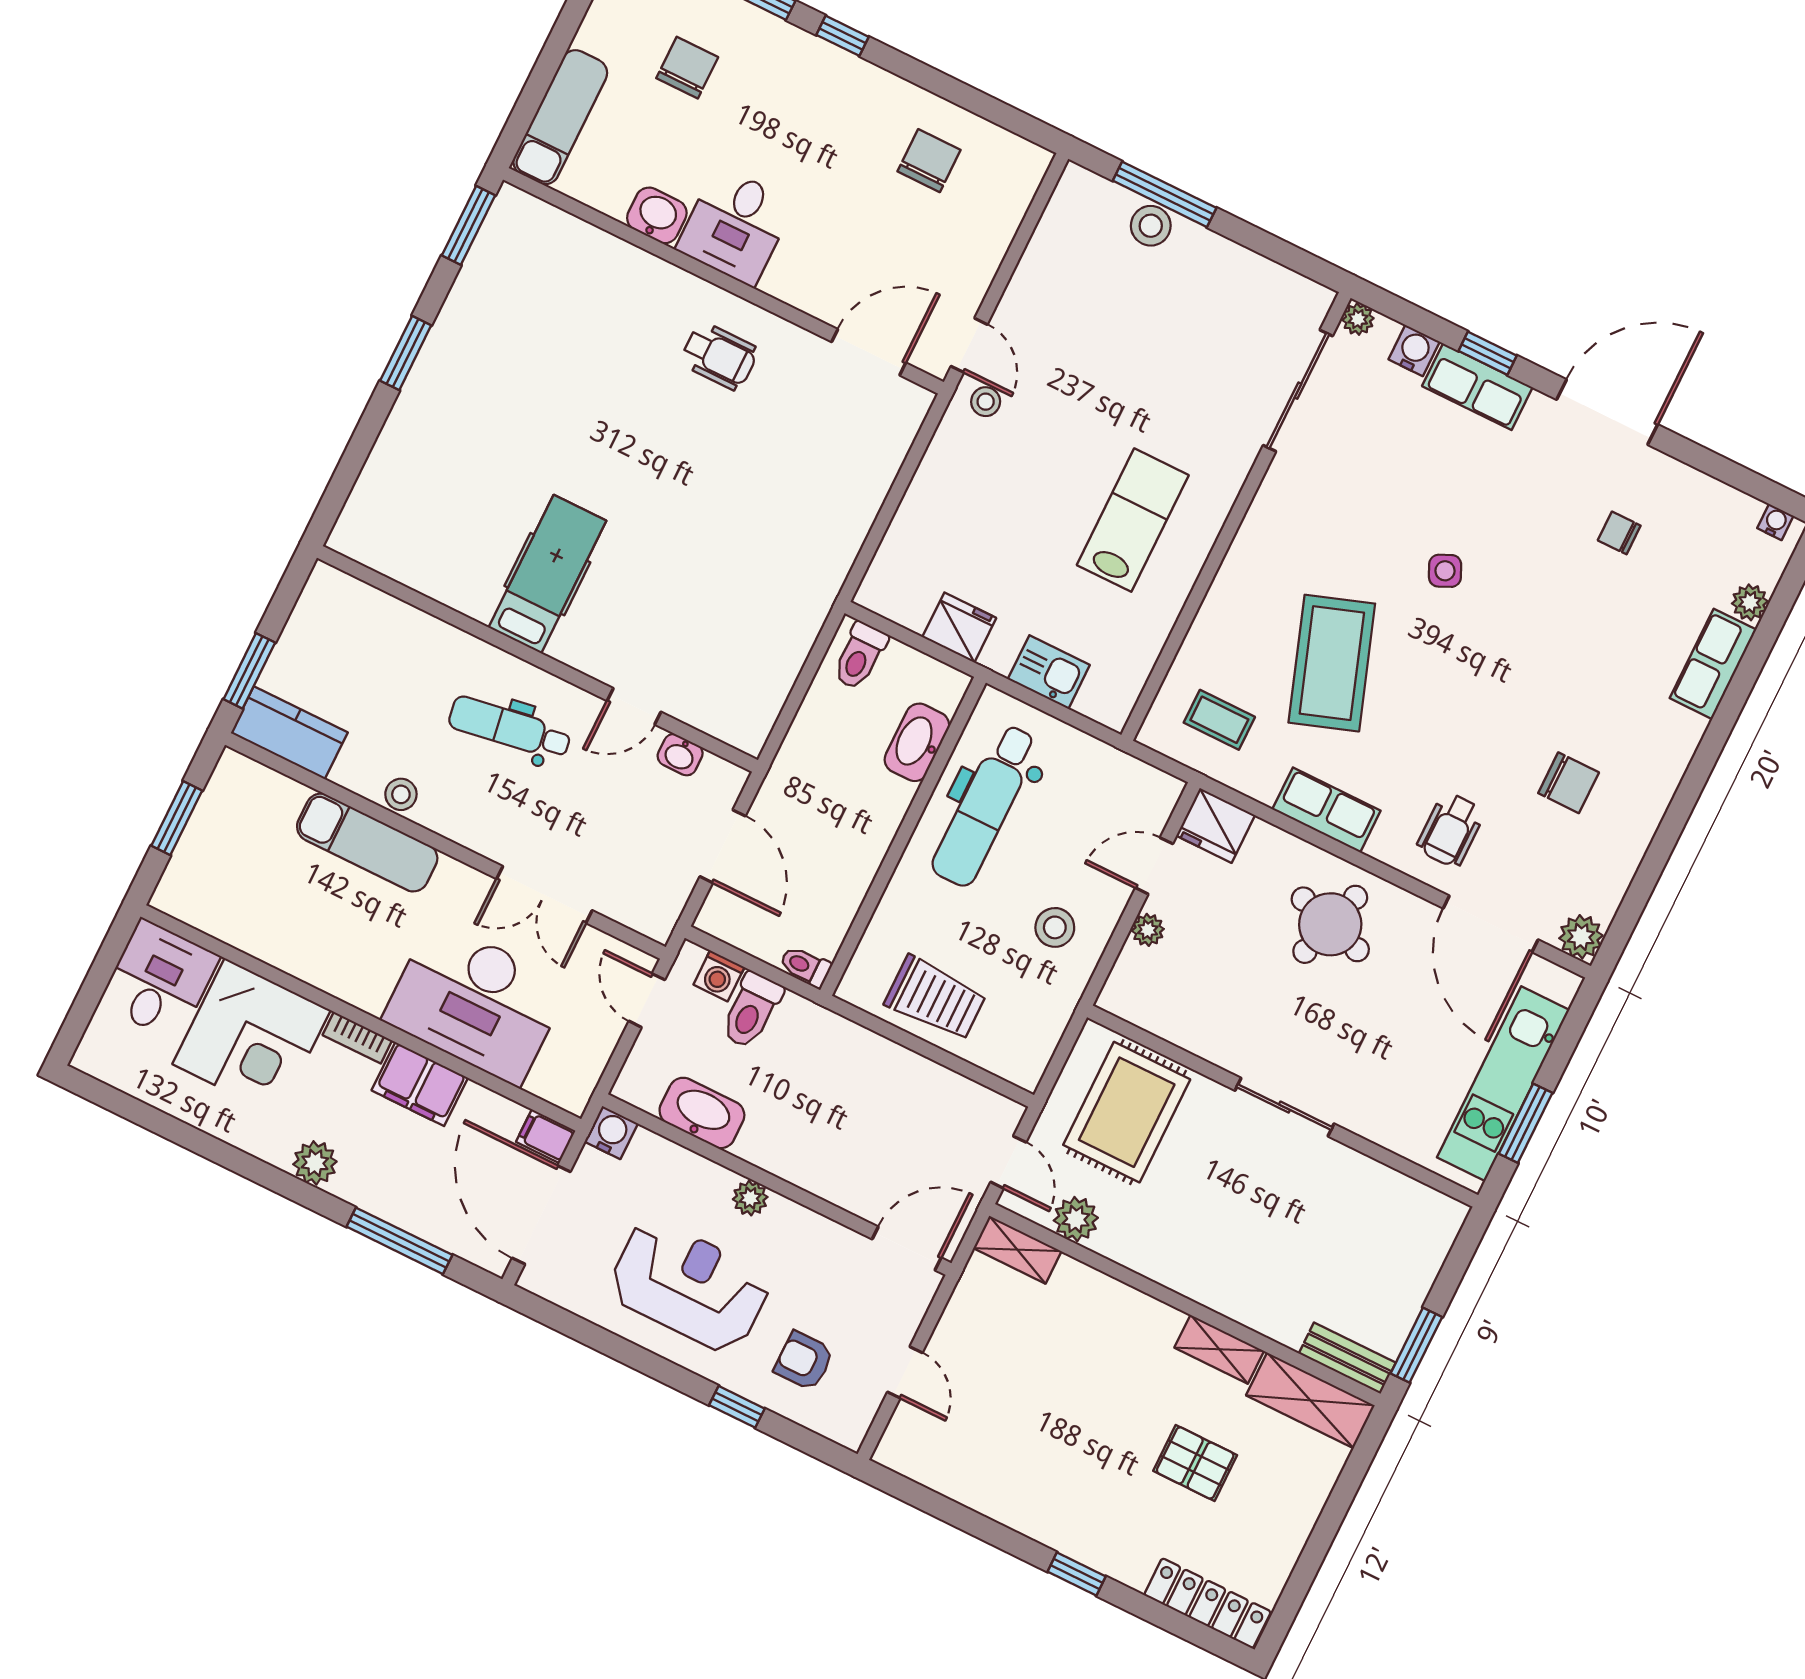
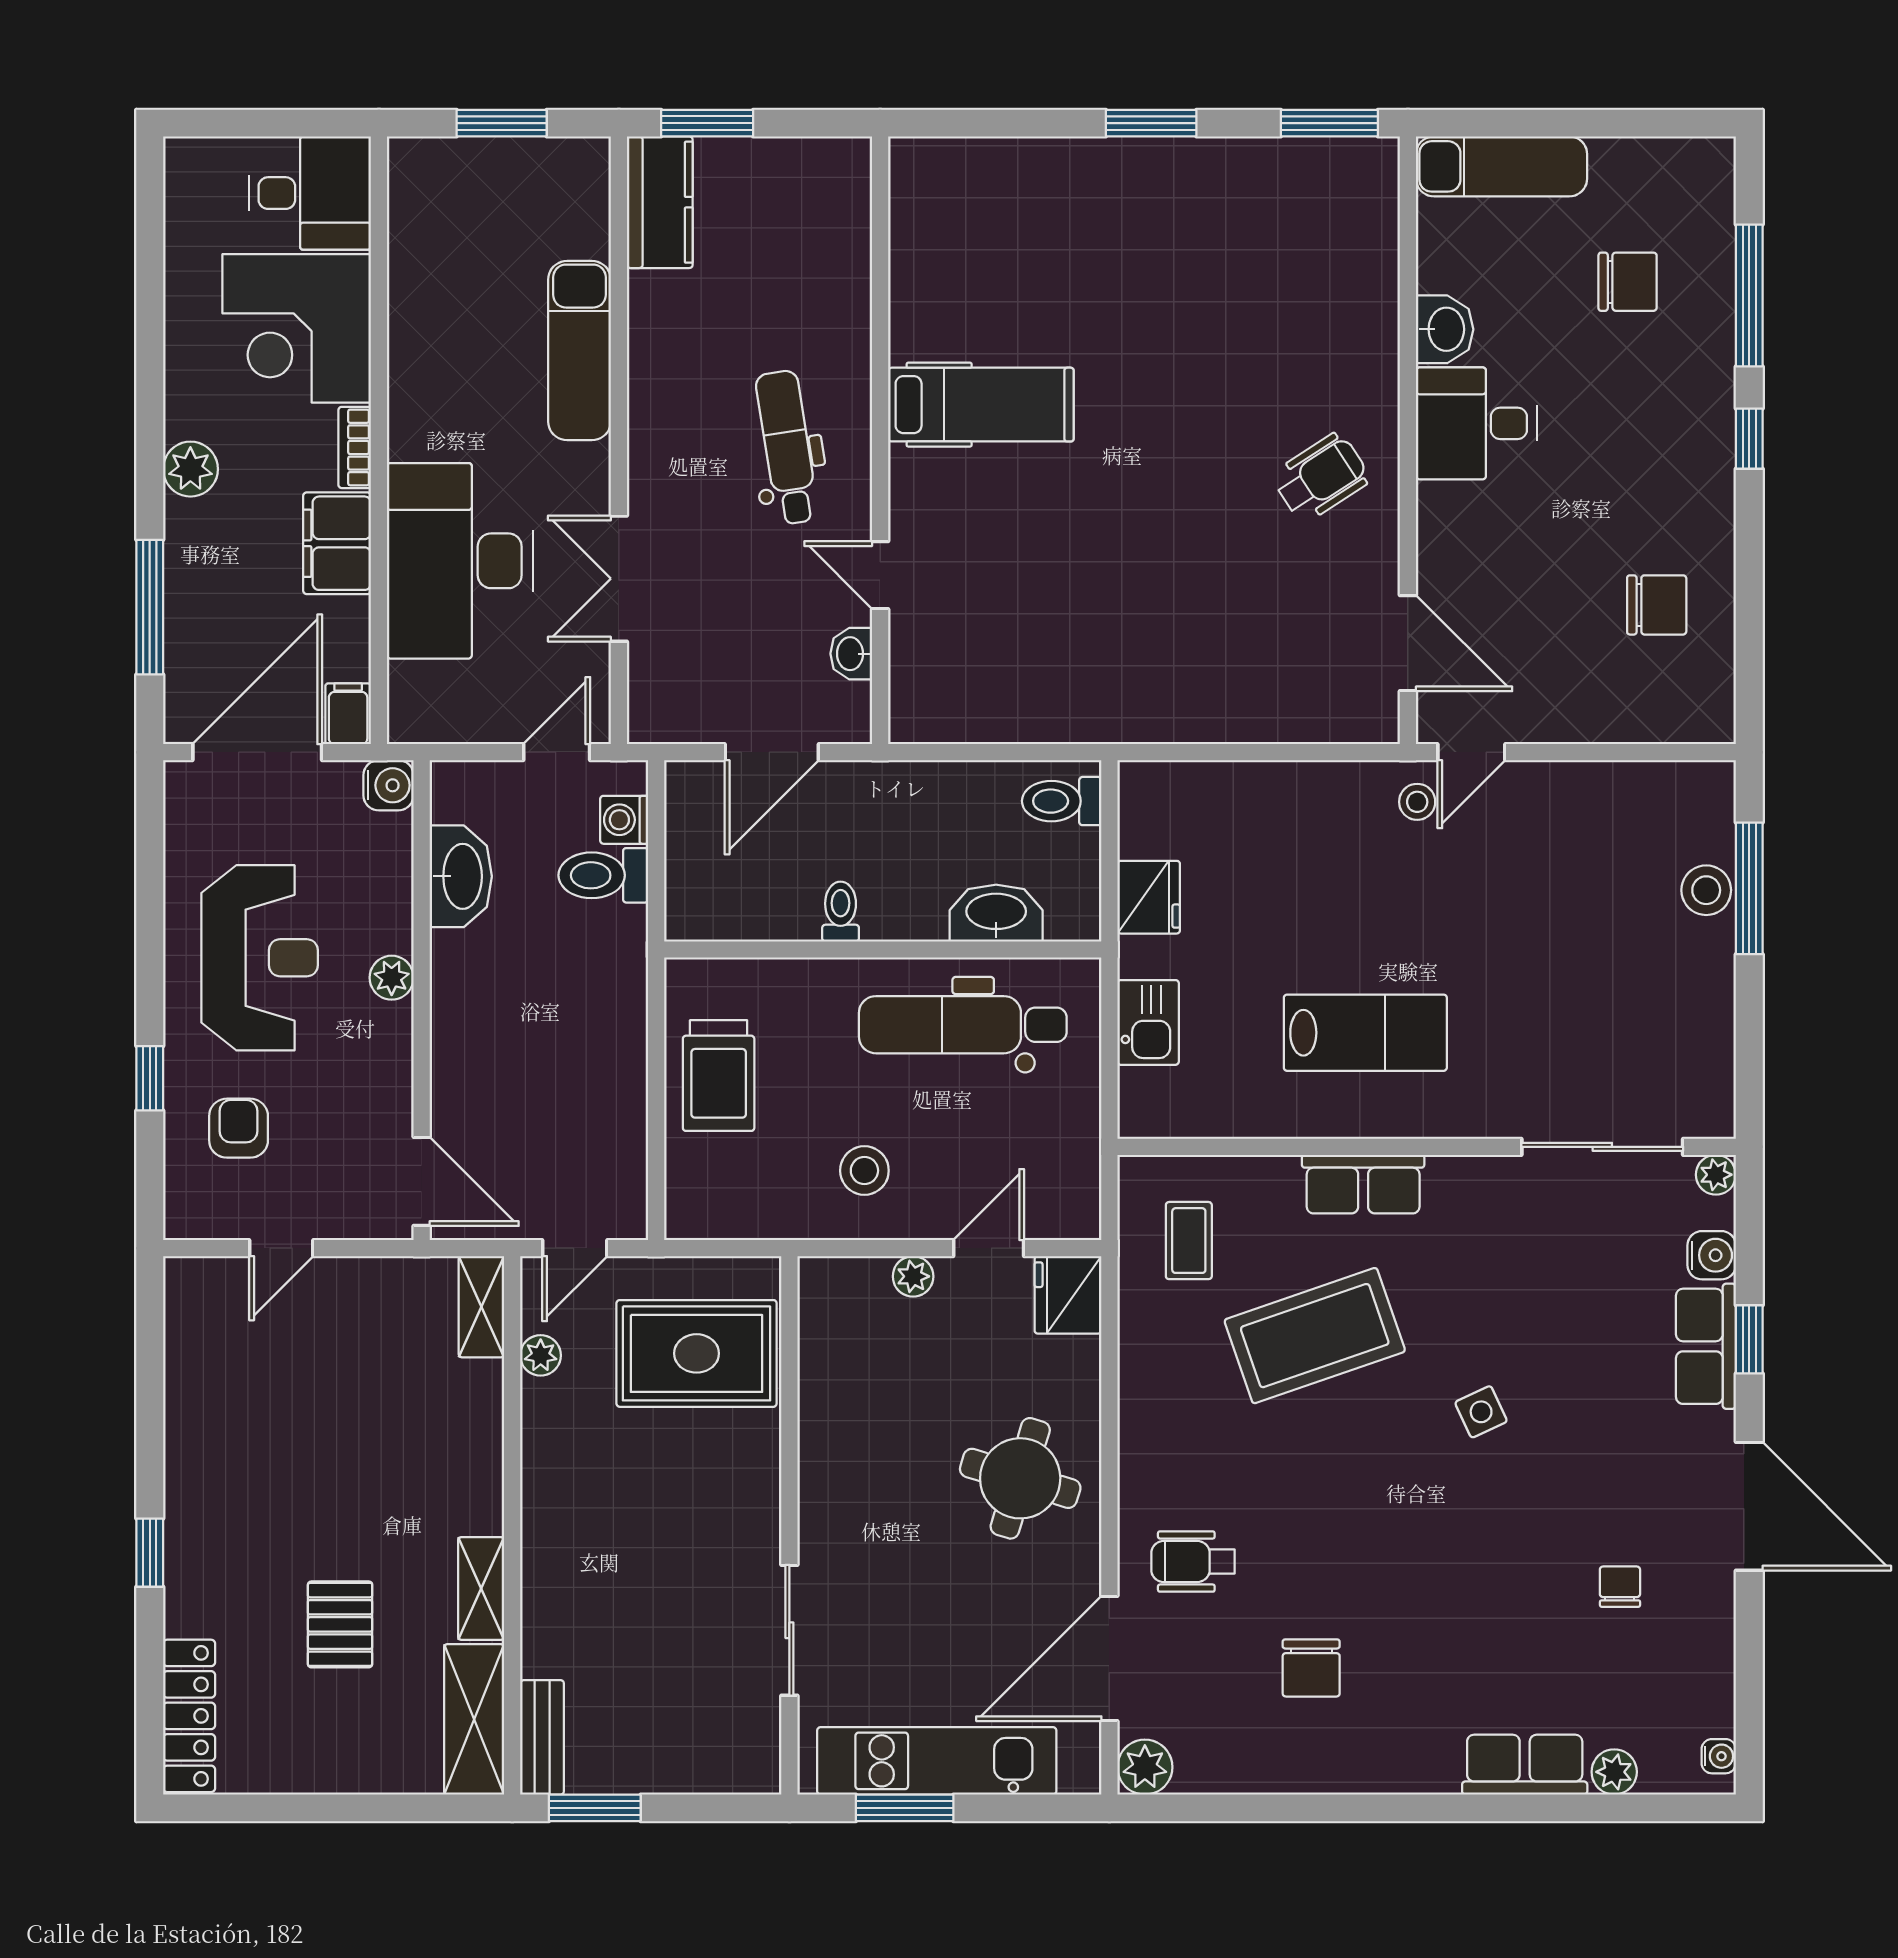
wheelchair: (719, 356) -> (1321, 477), turned -123
stool: (401, 794) -> (652, 362), removed
row of seats: (1326, 810) -> (1363, 1184), moved, turned 90
door: (1154, 866) -> (989, 1248), hinge flipped
toilet: (805, 966) -> (841, 912), moved
sliding door: (1285, 1107) -> (789, 1630), moved
plant: (1076, 1219) -> (541, 1355), width x0.73, depth x0.73

